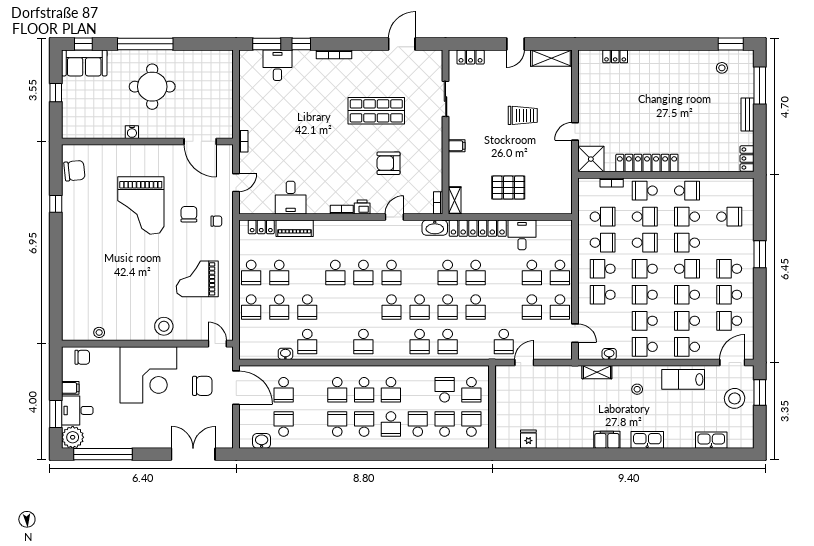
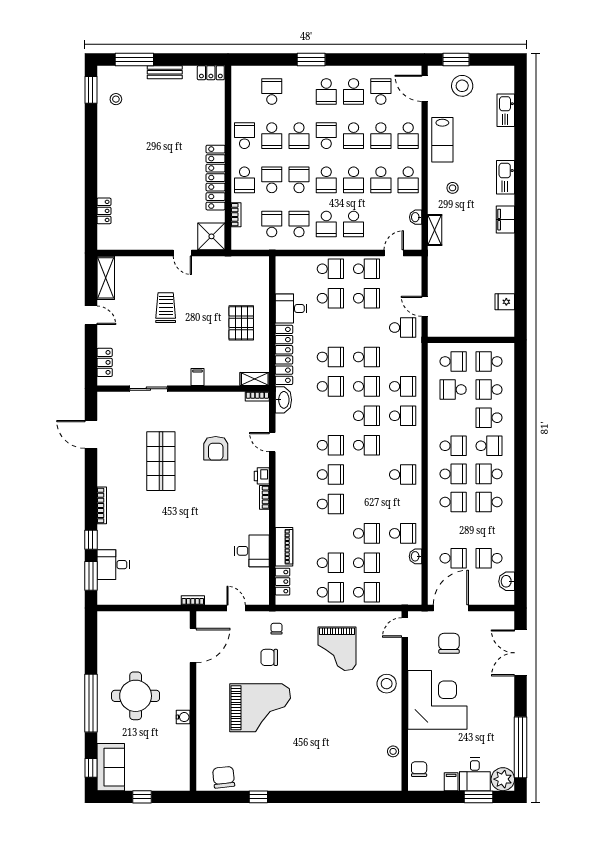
school desk: (729, 321) -> (381, 91), turned 180

